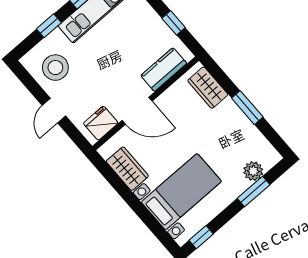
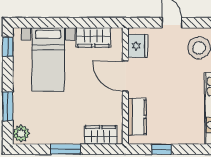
door: (137, 111) -> (125, 76), hinge flipped
plant: (253, 171) -> (21, 133), moved

